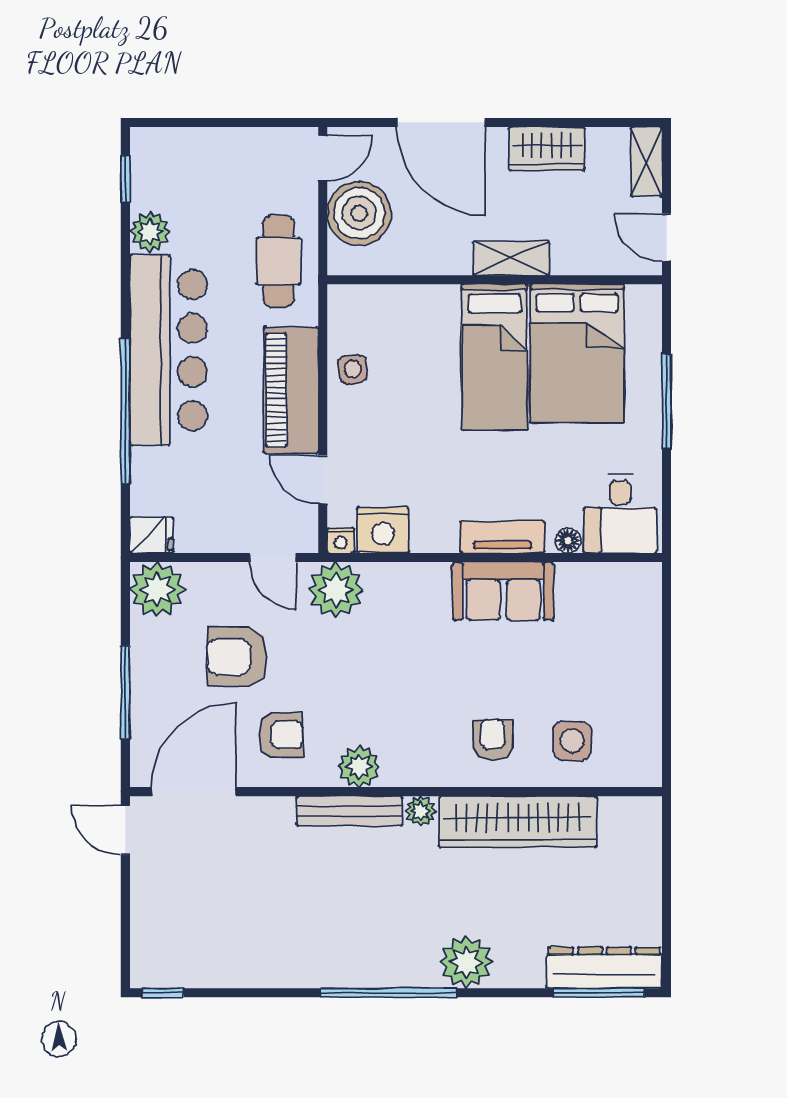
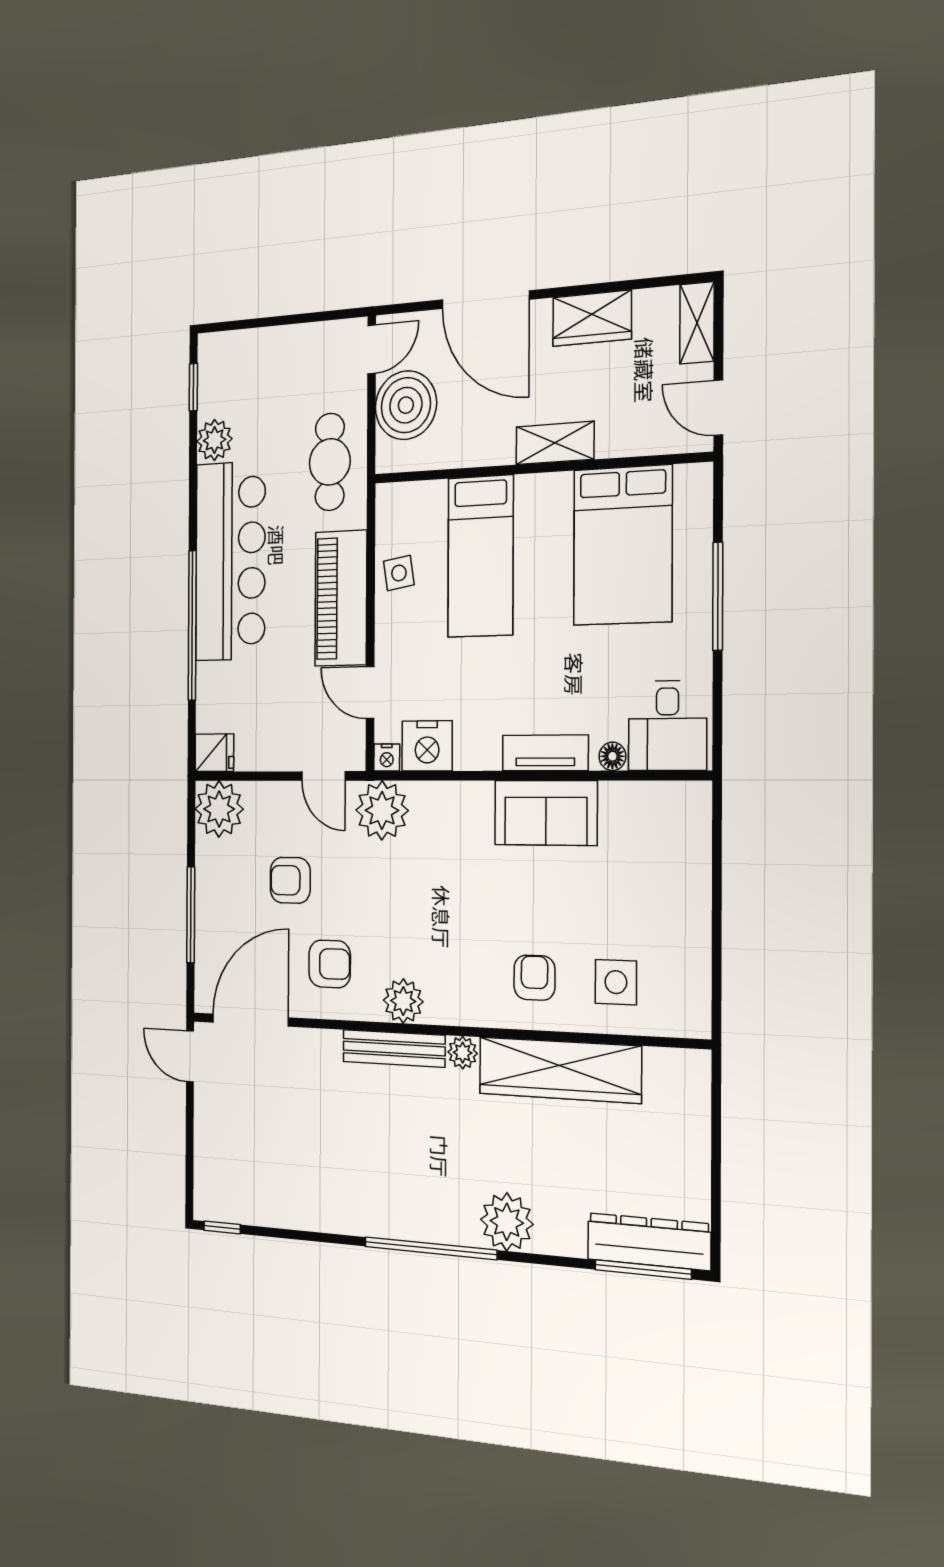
bed: (494, 357) -> (480, 556), moved
armchair: (237, 657) -> (290, 880), width x0.72, depth x0.72

